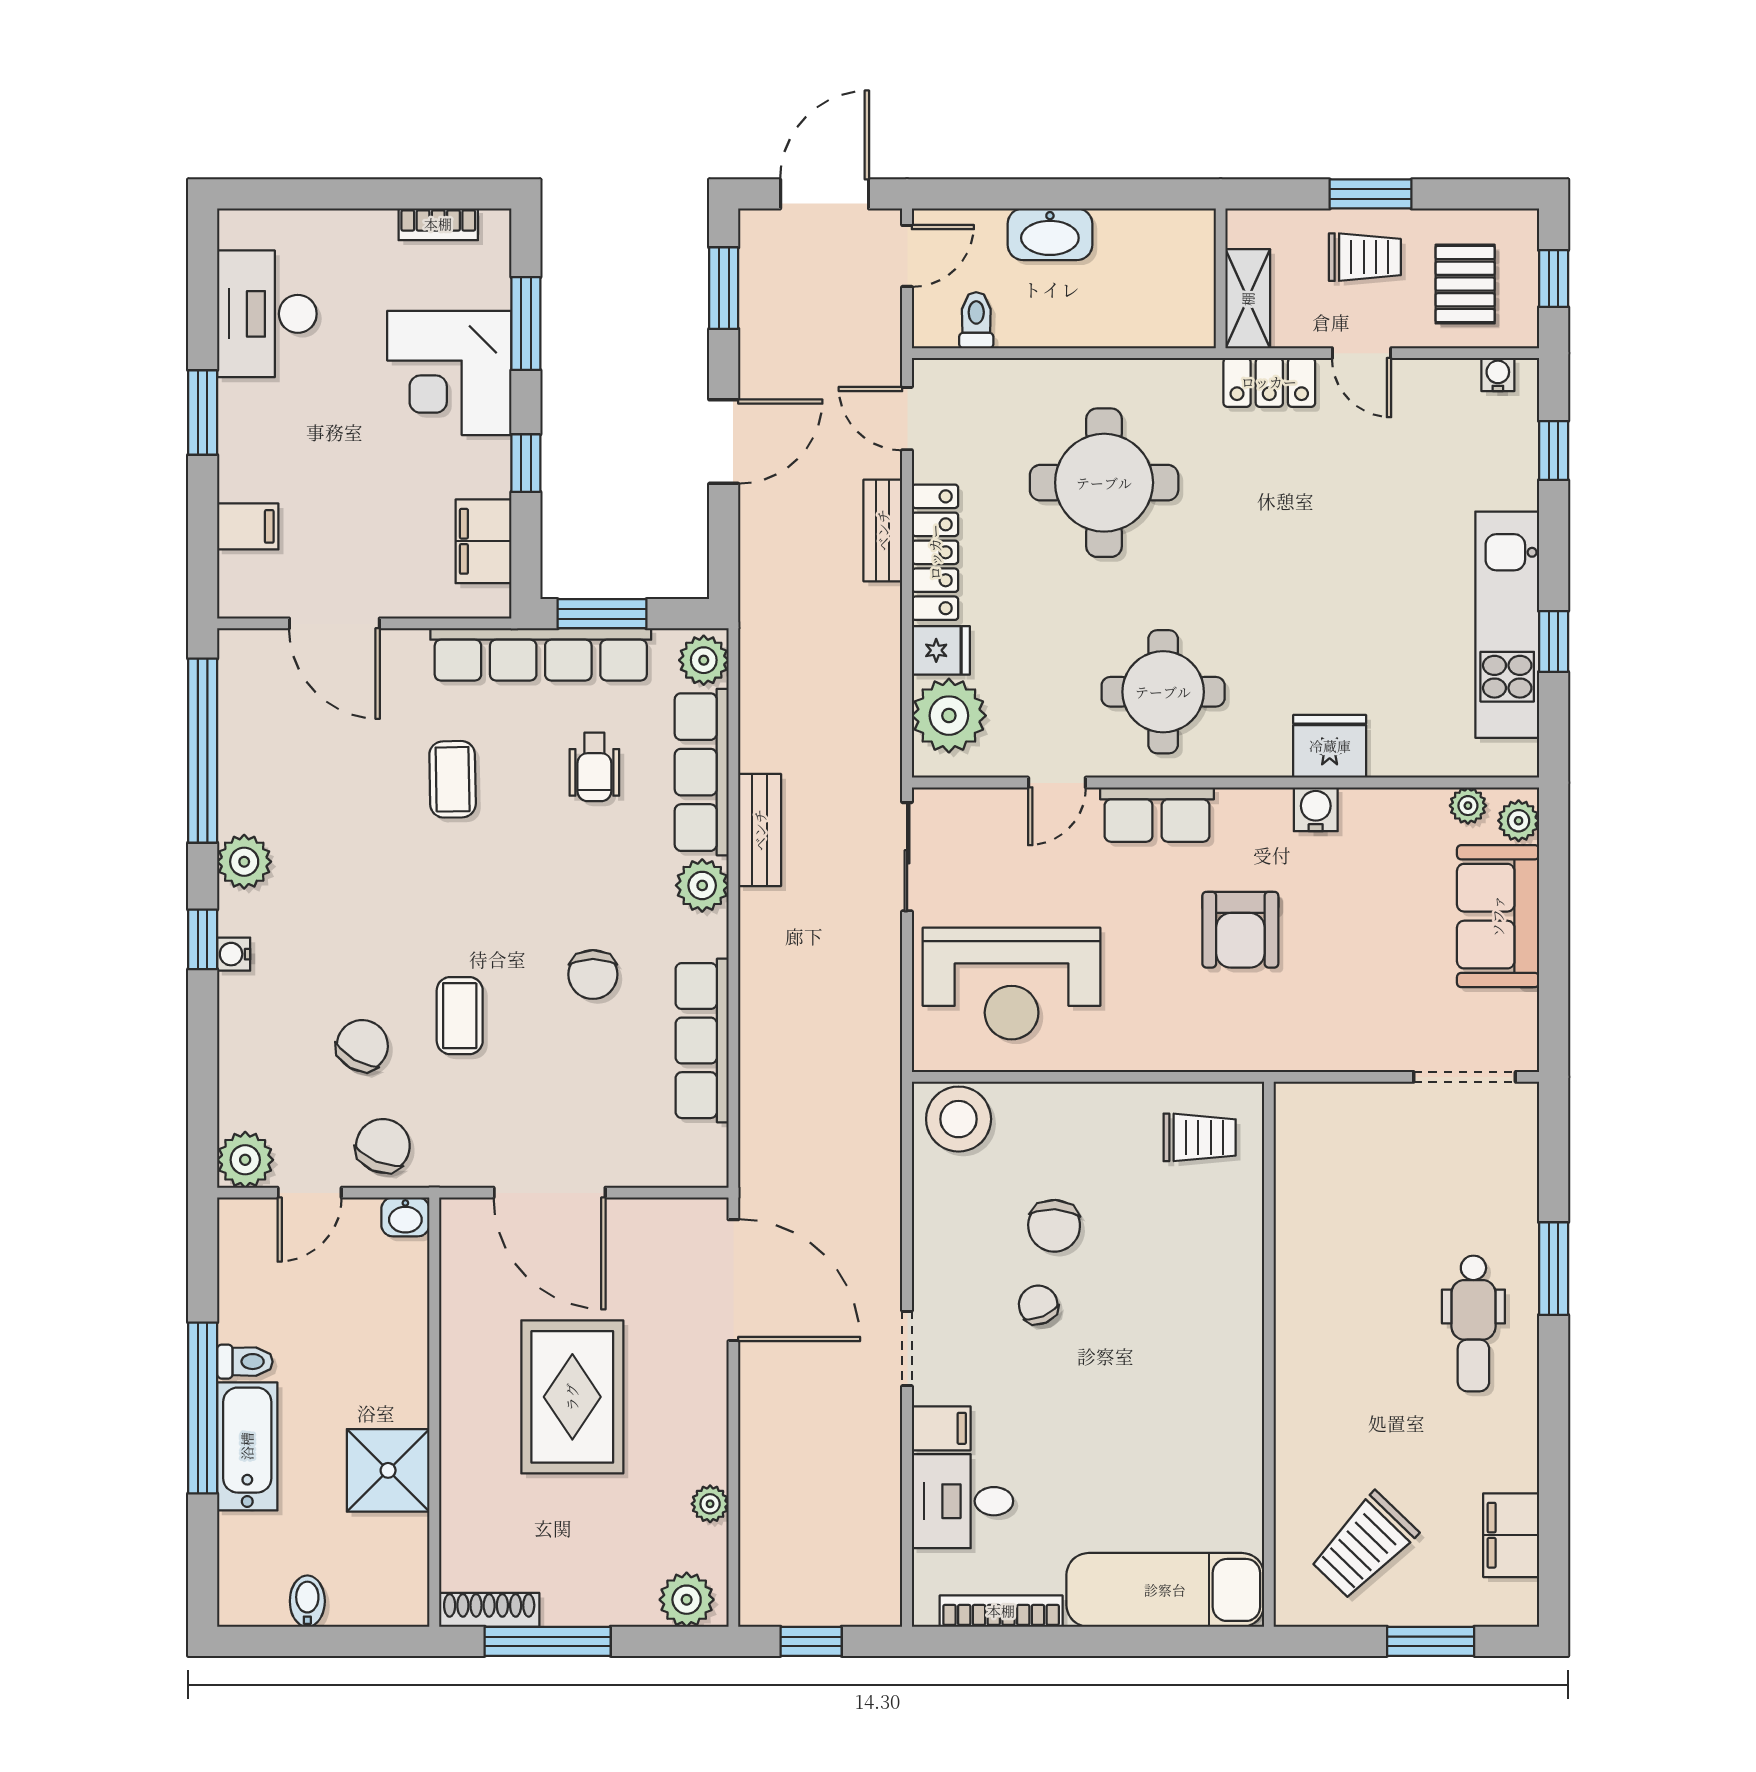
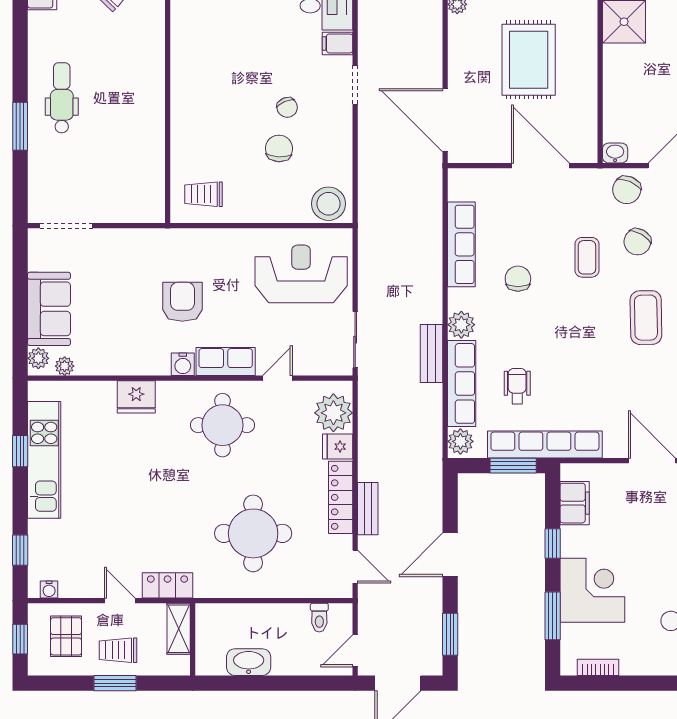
washbasin: (1050, 234) -> (249, 662), moved
coffee table: (453, 779) -> (646, 318), moved, width x1.36, depth x1.30
water cooler: (1316, 809) -> (183, 364), moved

